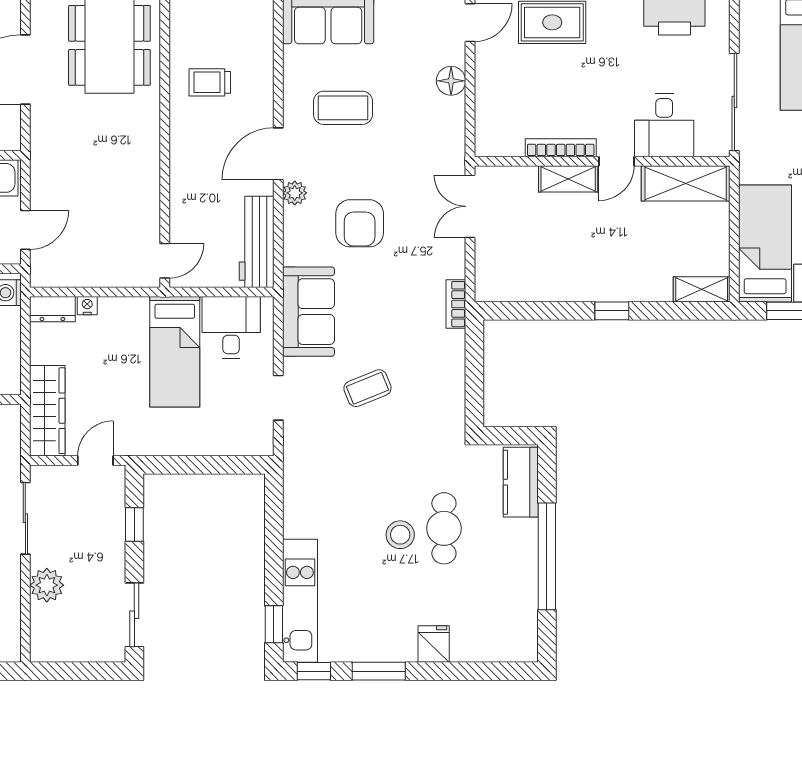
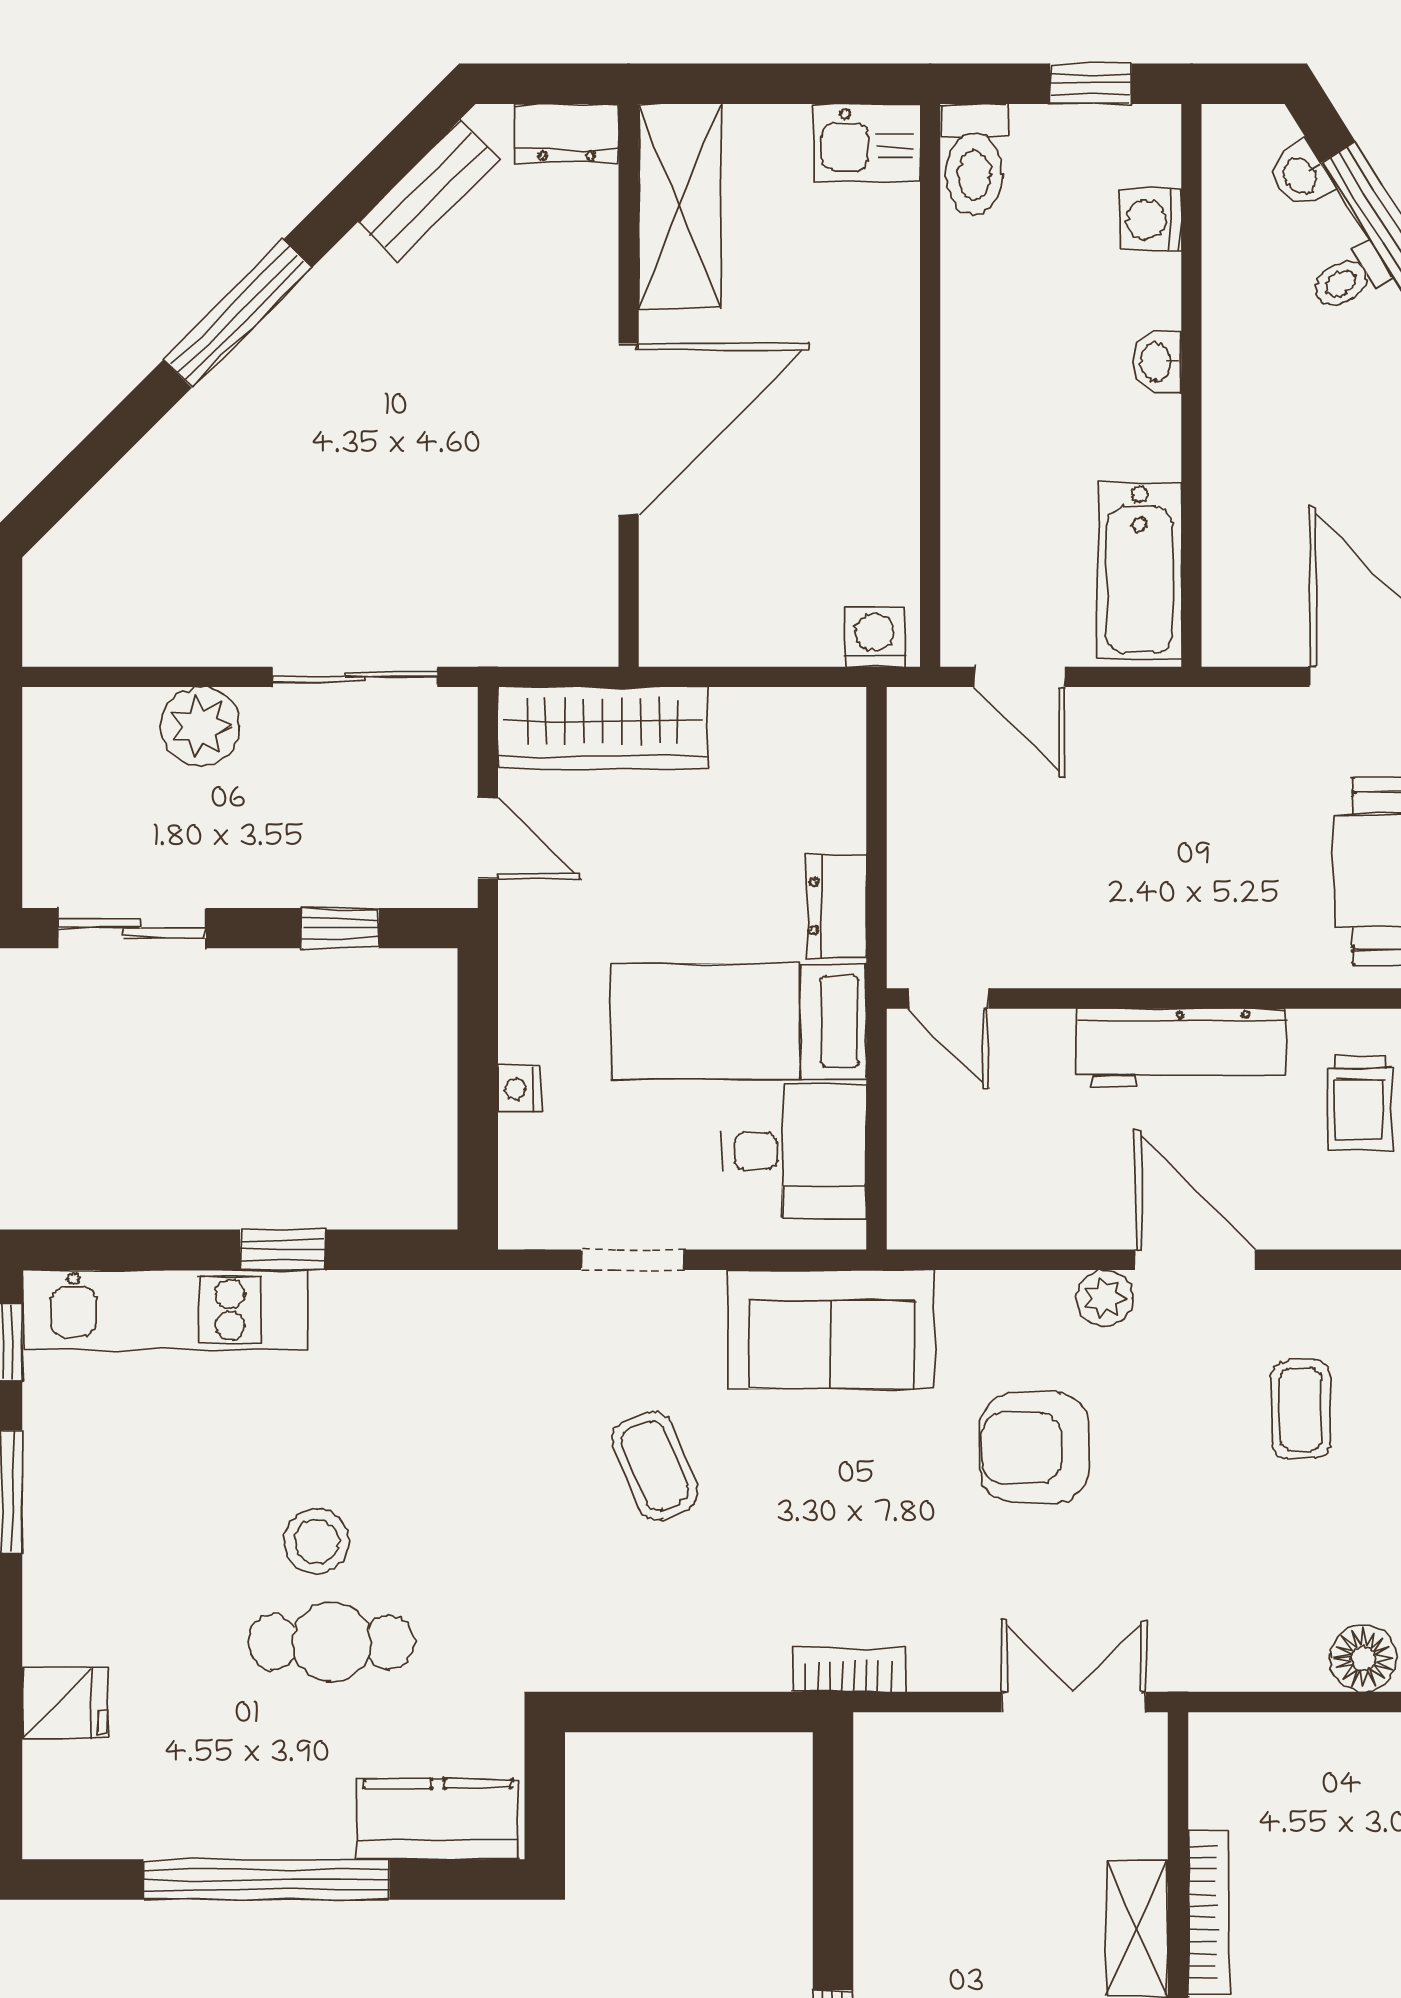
trolley: (210, 82) -> (1360, 1102), turned 180
coffee table: (343, 108) -> (1301, 1409), width x0.73, depth x0.77
workbench: (257, 242) -> (1181, 1048), moved, turned 180
nightstand: (87, 306) -> (519, 1089), moved, turned 180
dresser: (52, 309) -> (837, 906), moved
window: (274, 624) -> (282, 1250), moved
fridge: (434, 644) -> (65, 1703), moved

